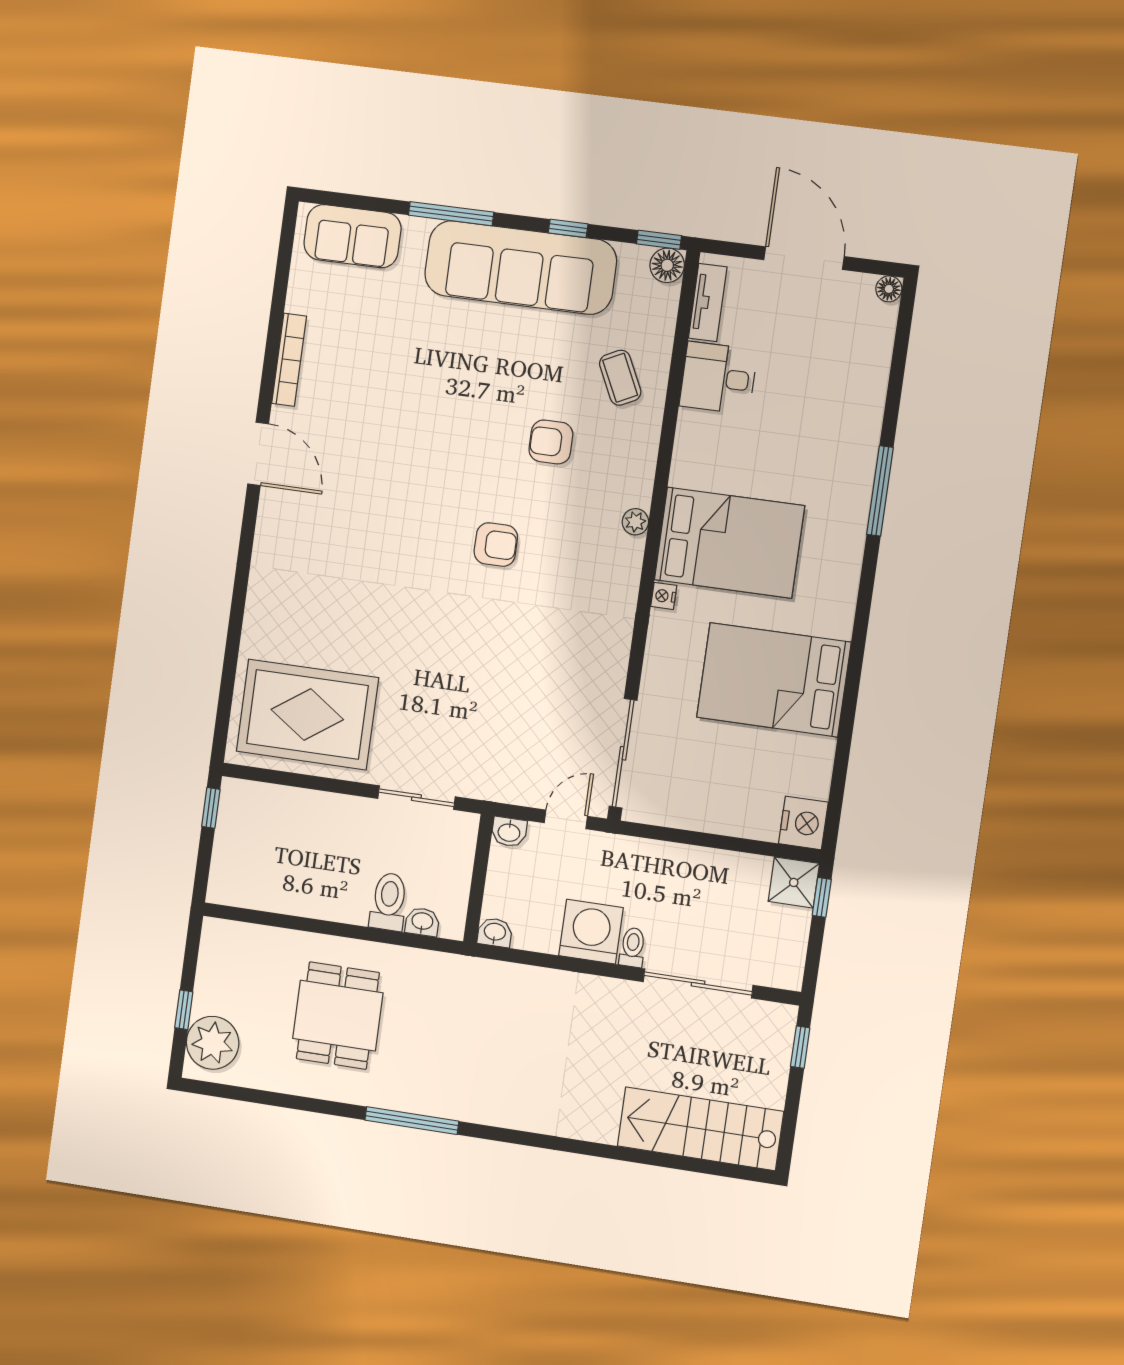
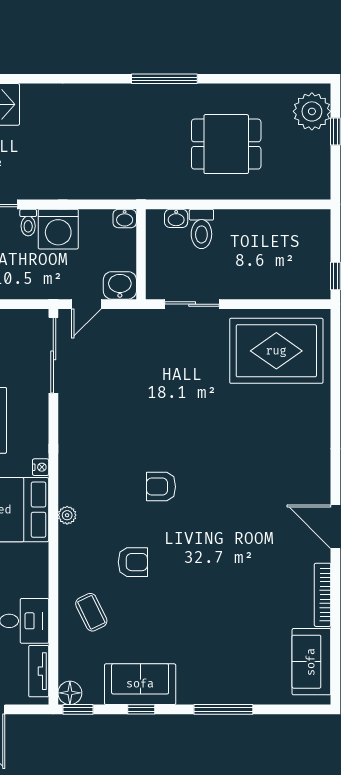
sofa: (353, 236) -> (311, 662), moved, turned -90
sofa: (521, 268) -> (140, 684), width x0.54, depth x0.79
washbasin: (509, 832) -> (120, 285), width x1.38, depth x1.45
dining table: (338, 1016) -> (226, 144), turned 90

